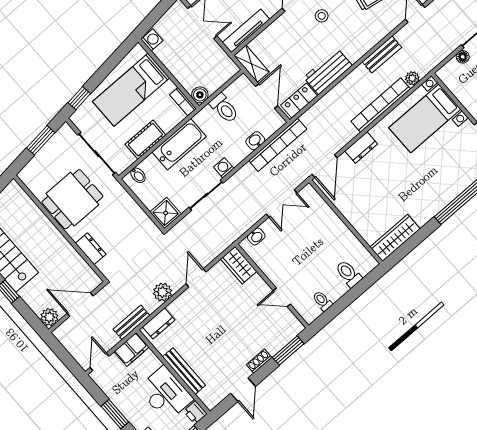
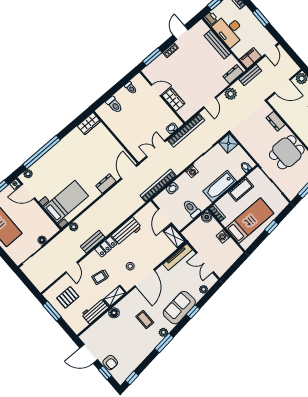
washing machine: (152, 40) -> (223, 236), moved
window: (79, 98) -> (271, 227), moved
locker: (299, 101) -> (106, 247), moved
bookcase: (381, 105) -> (186, 130), moved
wardrobe: (395, 238) -> (89, 124), width x0.67
wardrobe: (239, 265) -> (174, 100), moved

